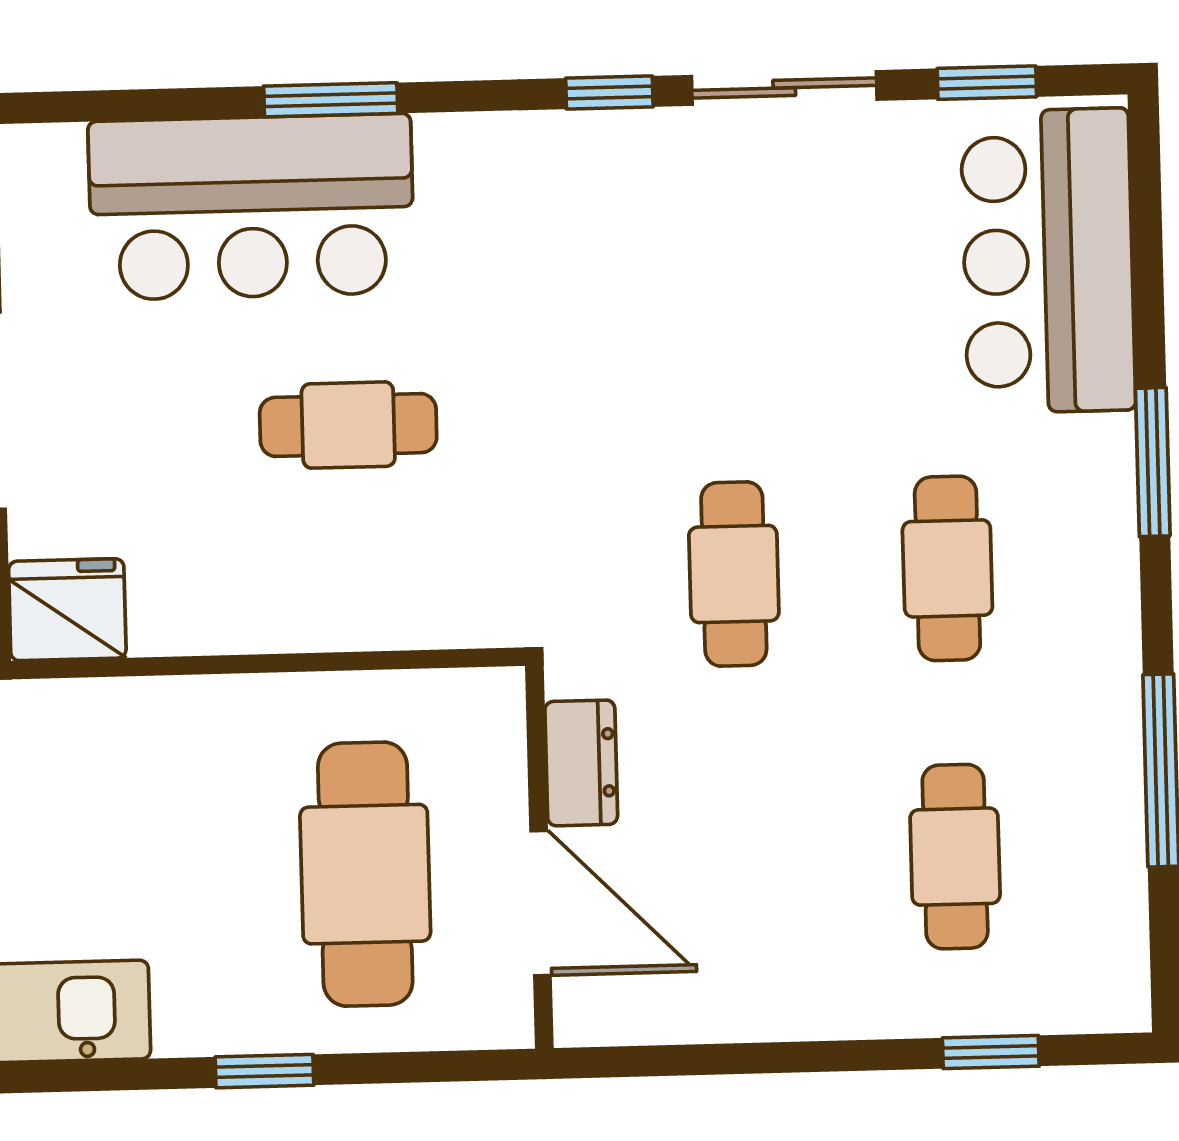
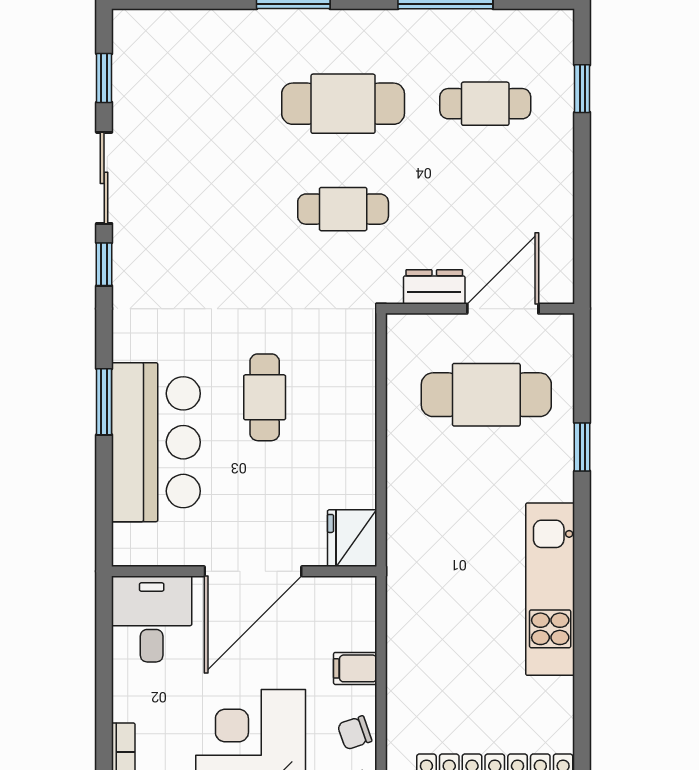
bar counter: (1048, 261) -> (193, 50), removed
cafe table: (947, 568) -> (343, 104), width x1.37, depth x1.35

